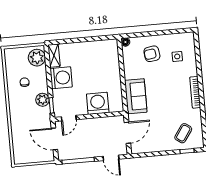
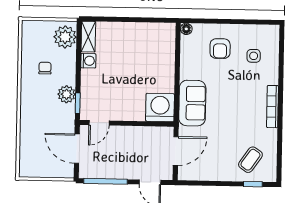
armchair: (152, 54) -> (220, 49), turned -82
washing machine: (61, 78) -> (88, 61), width x0.53, depth x0.53
washing machine: (98, 103) -> (160, 107), moved

